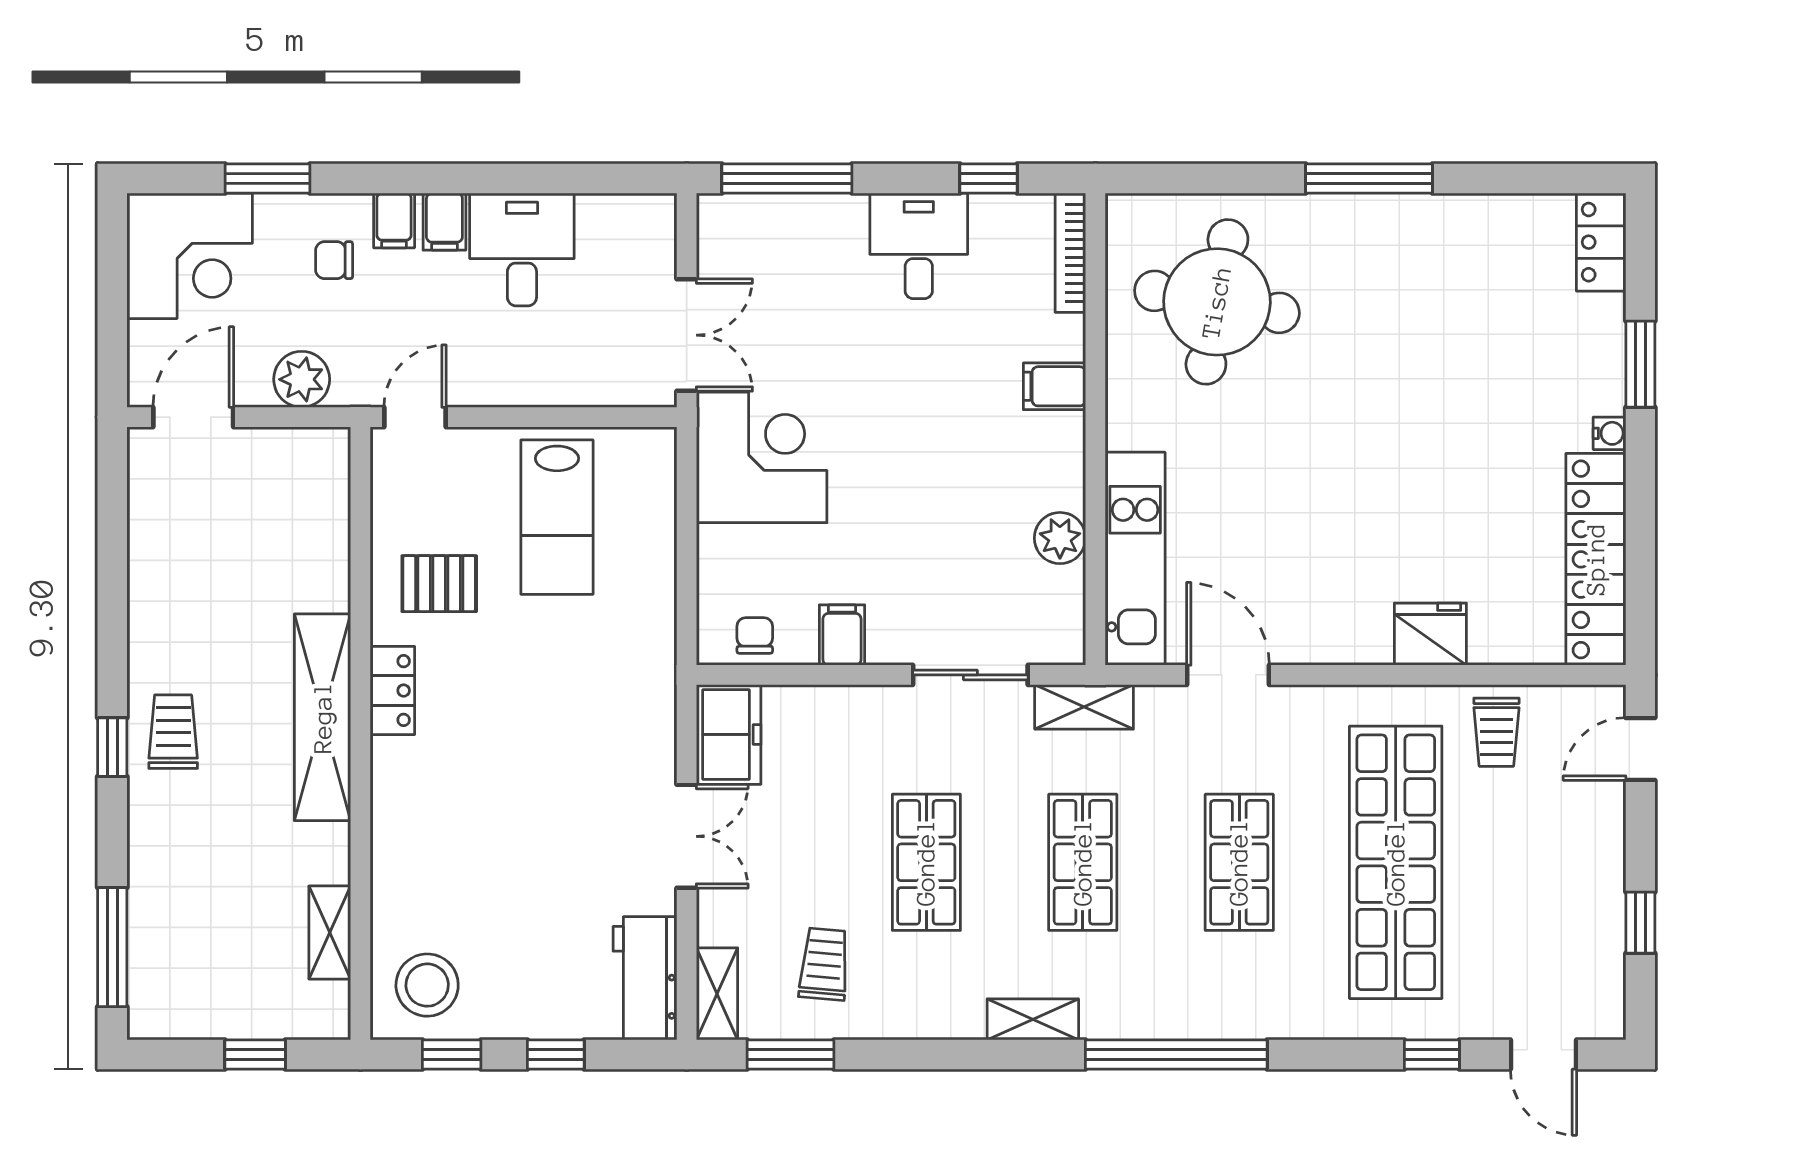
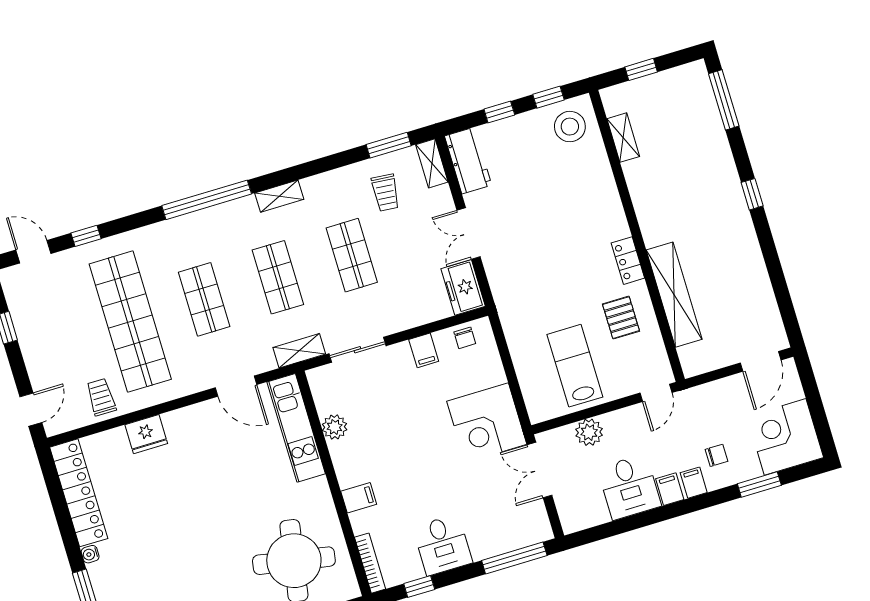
plant: (302, 379) -> (589, 432), moved
pallet: (439, 584) -> (621, 318), turned 90
shelving: (323, 717) -> (674, 295), moved
trolley: (173, 732) -> (726, 210), removed

